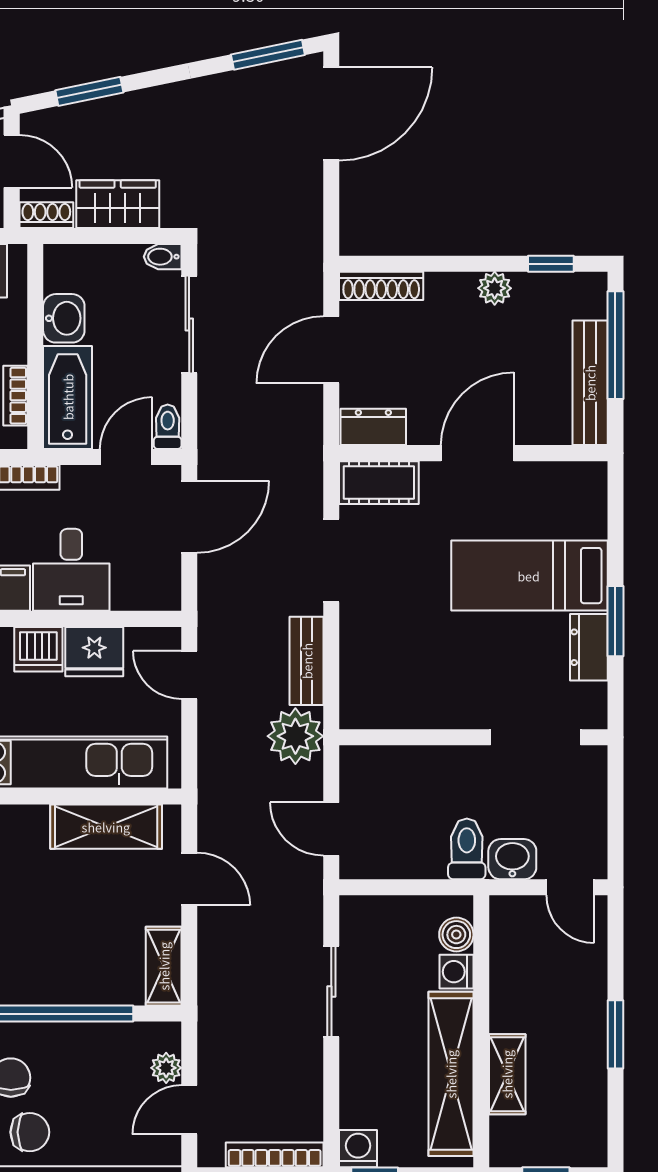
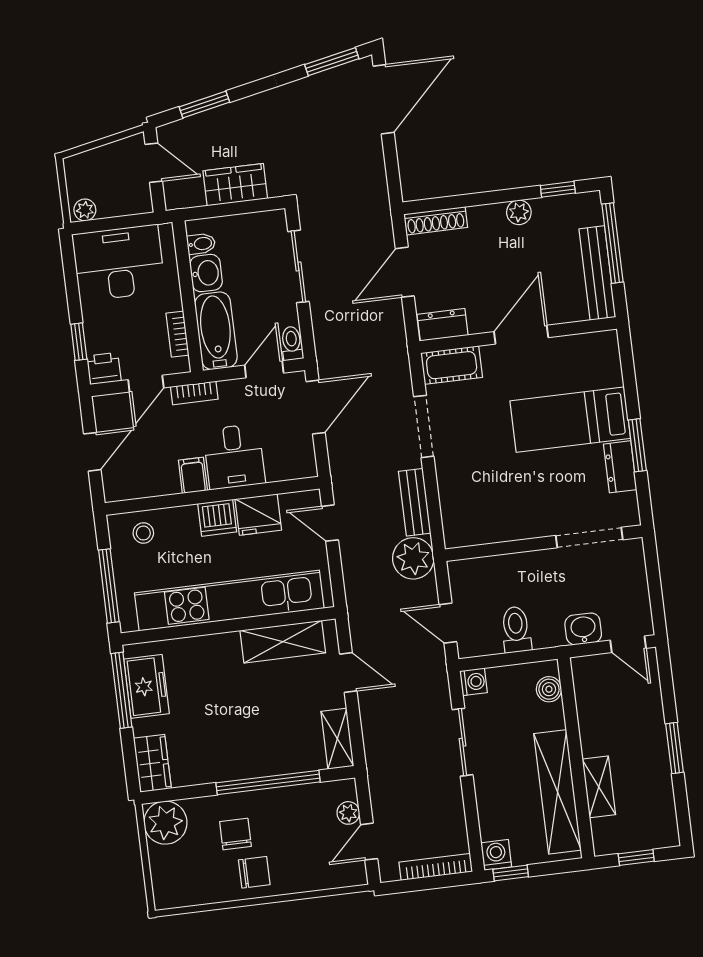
shoe rack: (46, 215) -> (184, 199), removed
bidet: (163, 257) -> (201, 244), moved, turned 180
toilet: (467, 849) -> (516, 630), moved
washing machine: (456, 972) -> (474, 682), moved, turned 180

